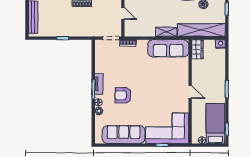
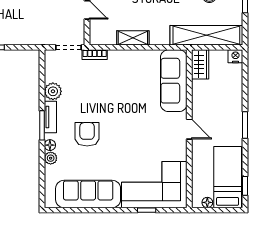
shelving: (166, 32) -> (133, 38), moved
sofa: (168, 48) -> (174, 81), moved, turned 90
plant: (100, 67) -> (53, 91), added
armchair: (123, 95) -> (87, 134), turned 90

